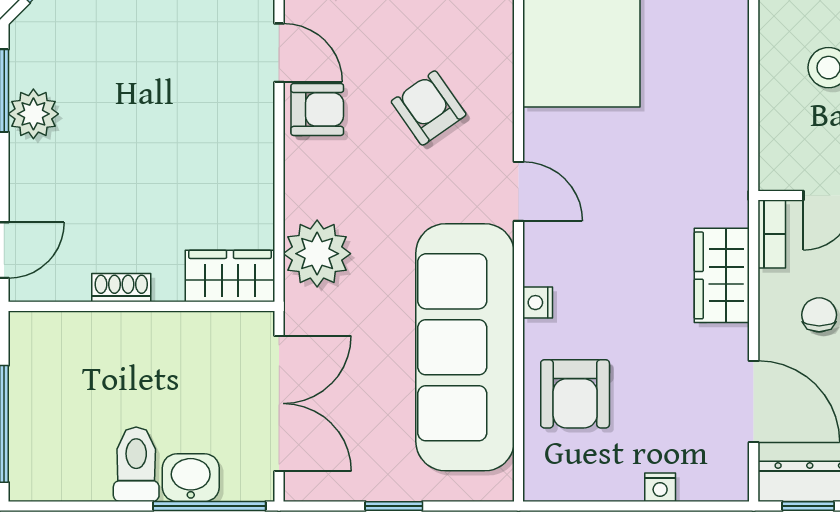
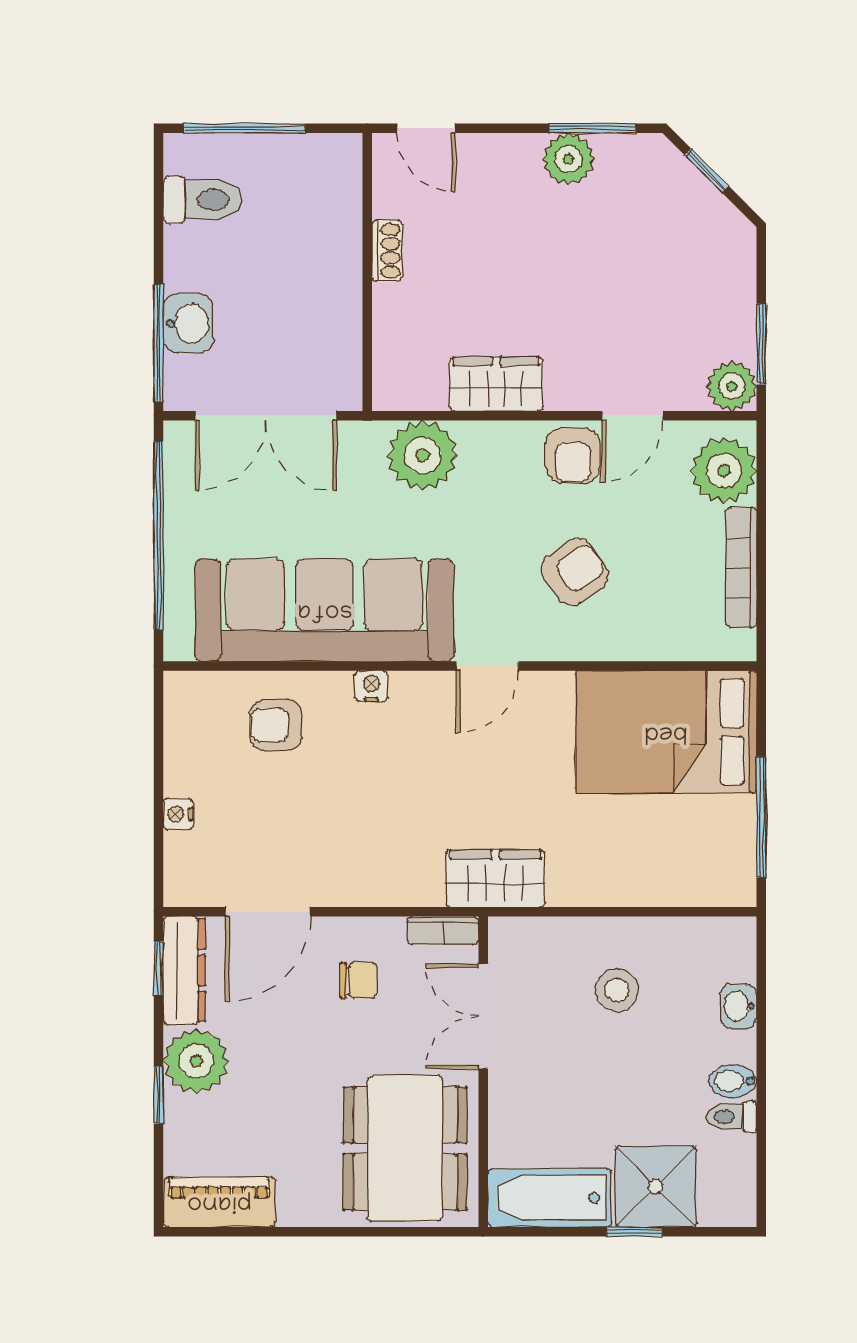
wardrobe: (722, 275) -> (496, 879), moved
wardrobe: (230, 276) -> (496, 384), moved, turned -90
armchair: (575, 394) -> (276, 725), width x0.72, depth x0.72
toilet: (136, 464) -> (202, 200), moved
window: (394, 506) -> (159, 536), width x3.17

